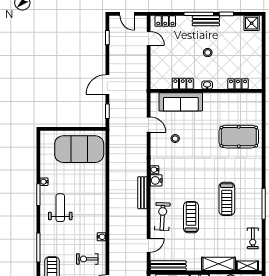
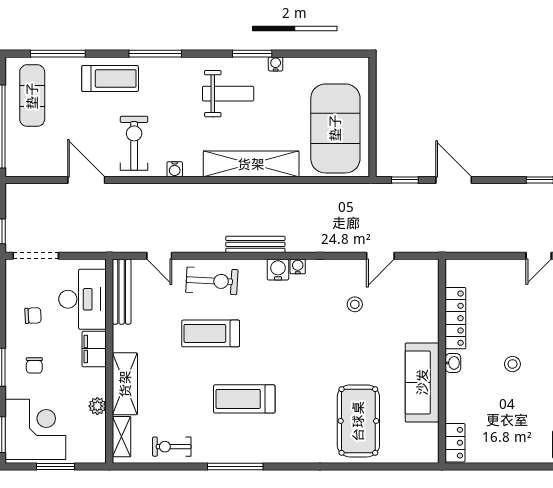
locker: (183, 84) -> (455, 318), width x1.53
locker: (238, 84) -> (455, 443), moved
sofa: (181, 102) -> (422, 382), moved
shelving: (98, 195) -> (251, 164), added
treadmill: (191, 217) -> (211, 333), turned 180
exercise bike: (87, 259) -> (134, 143), width x1.38, depth x1.39

